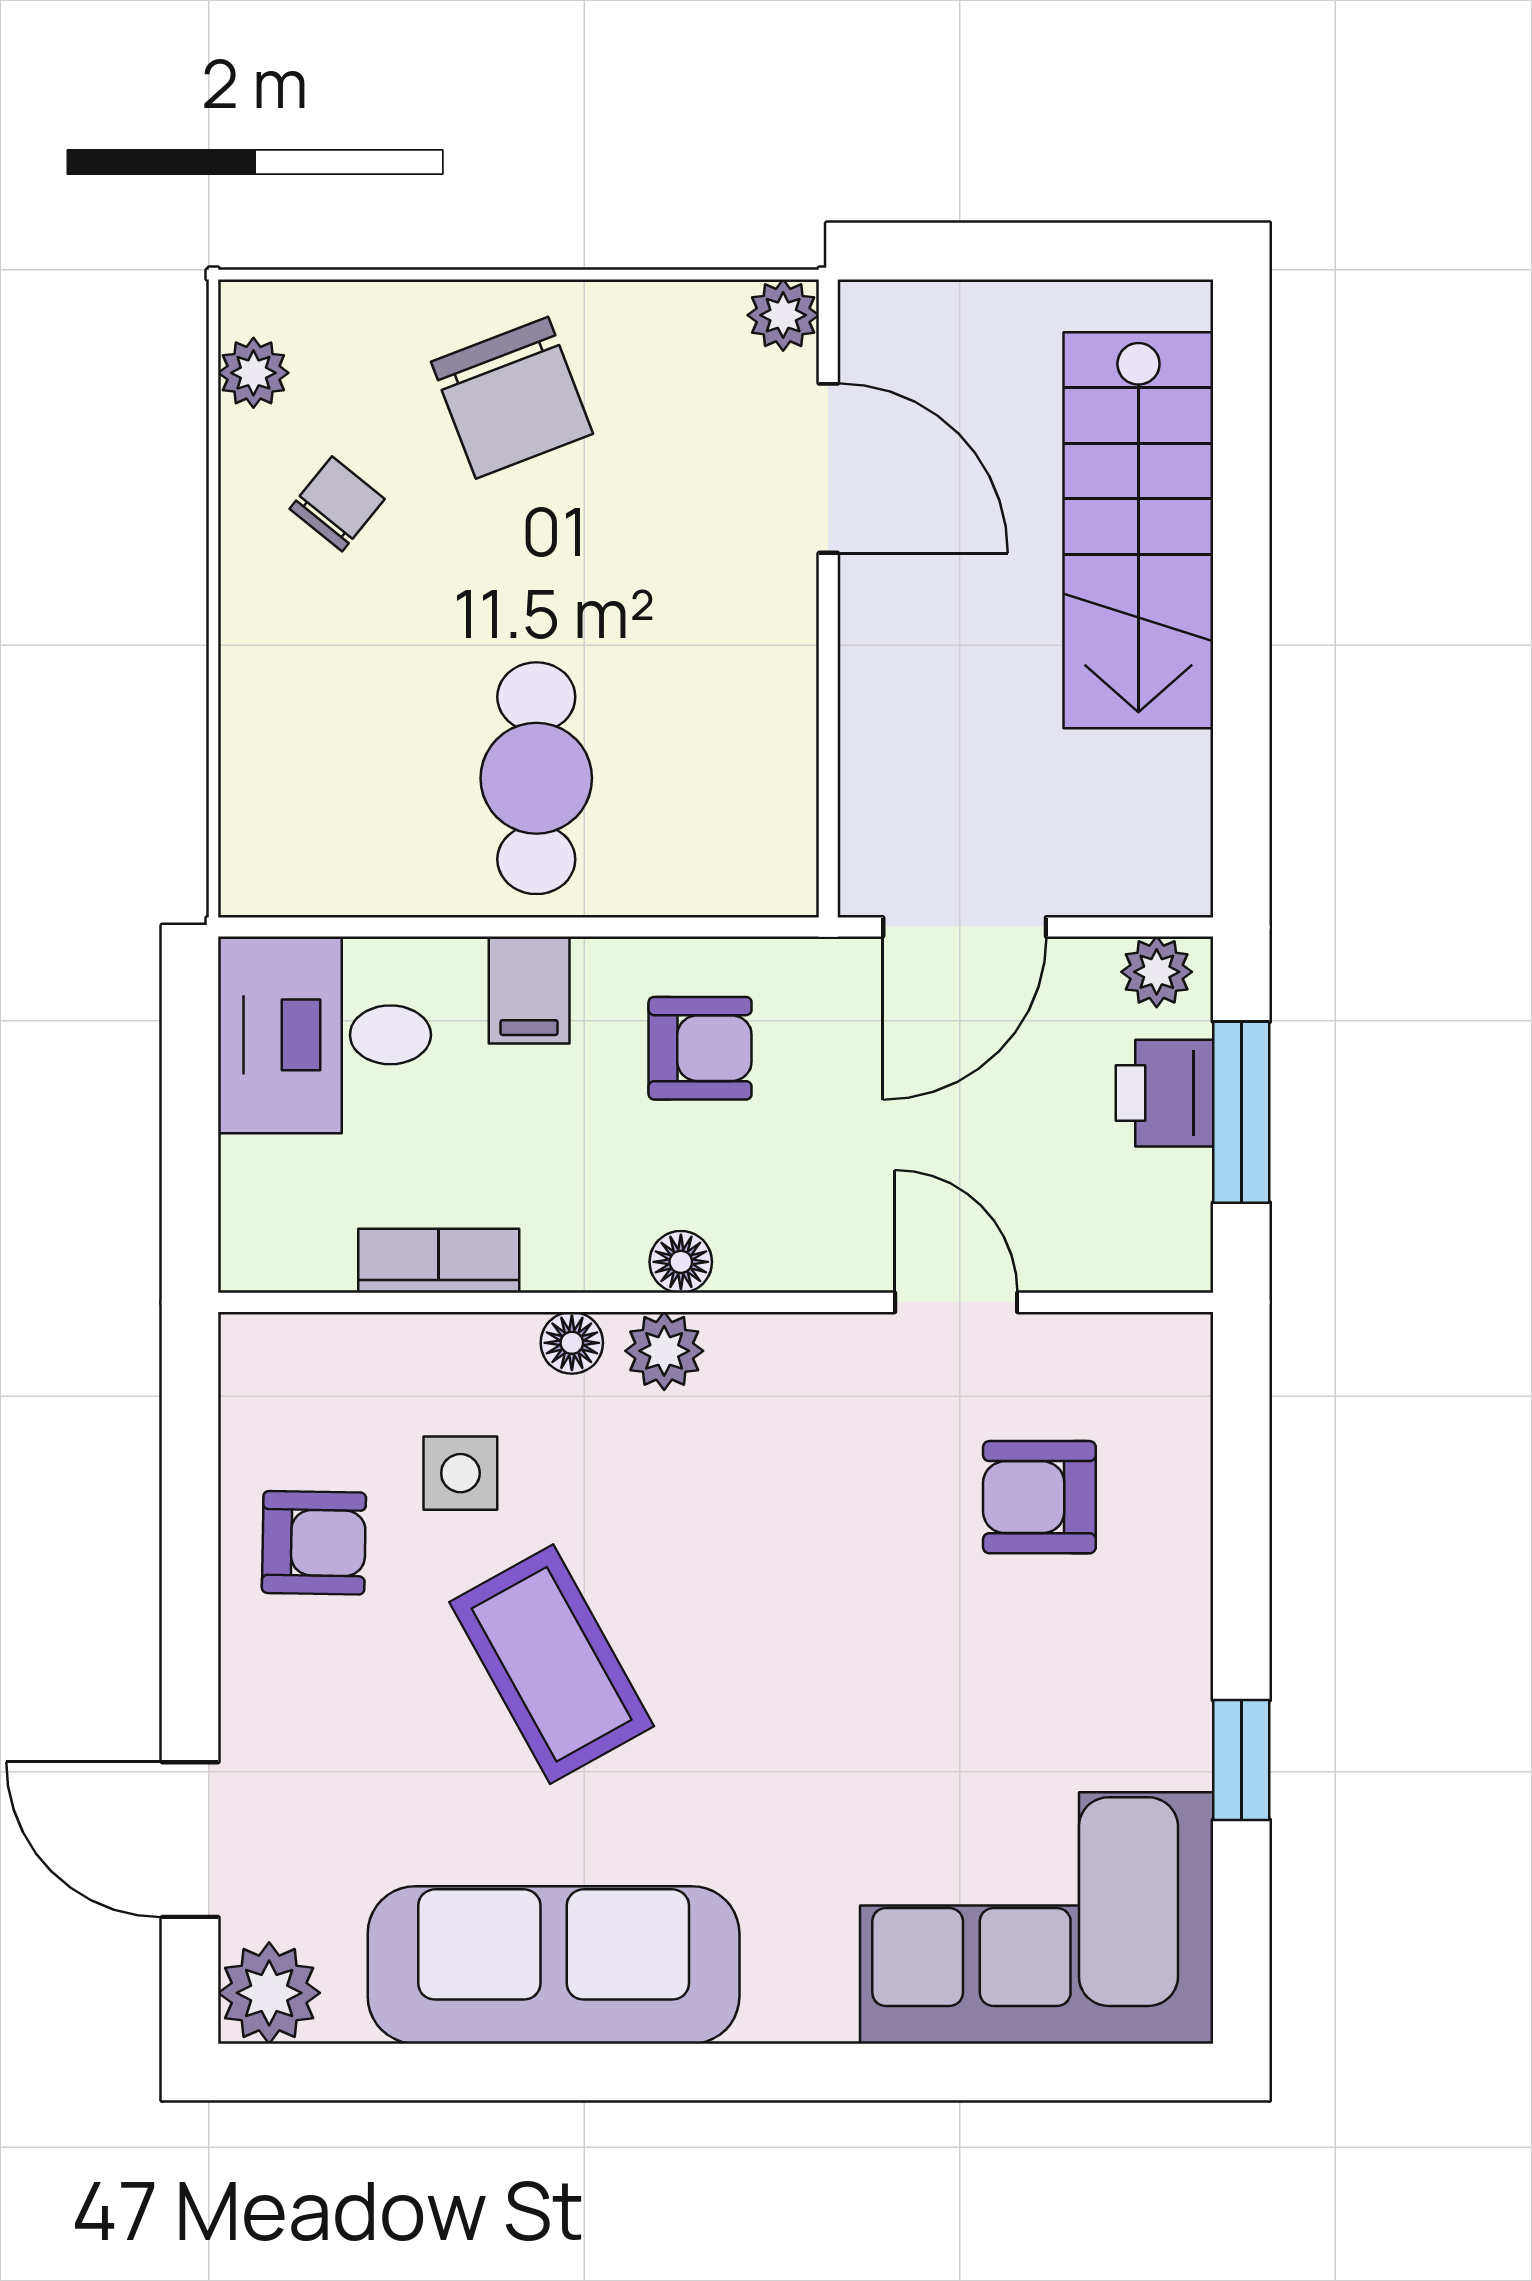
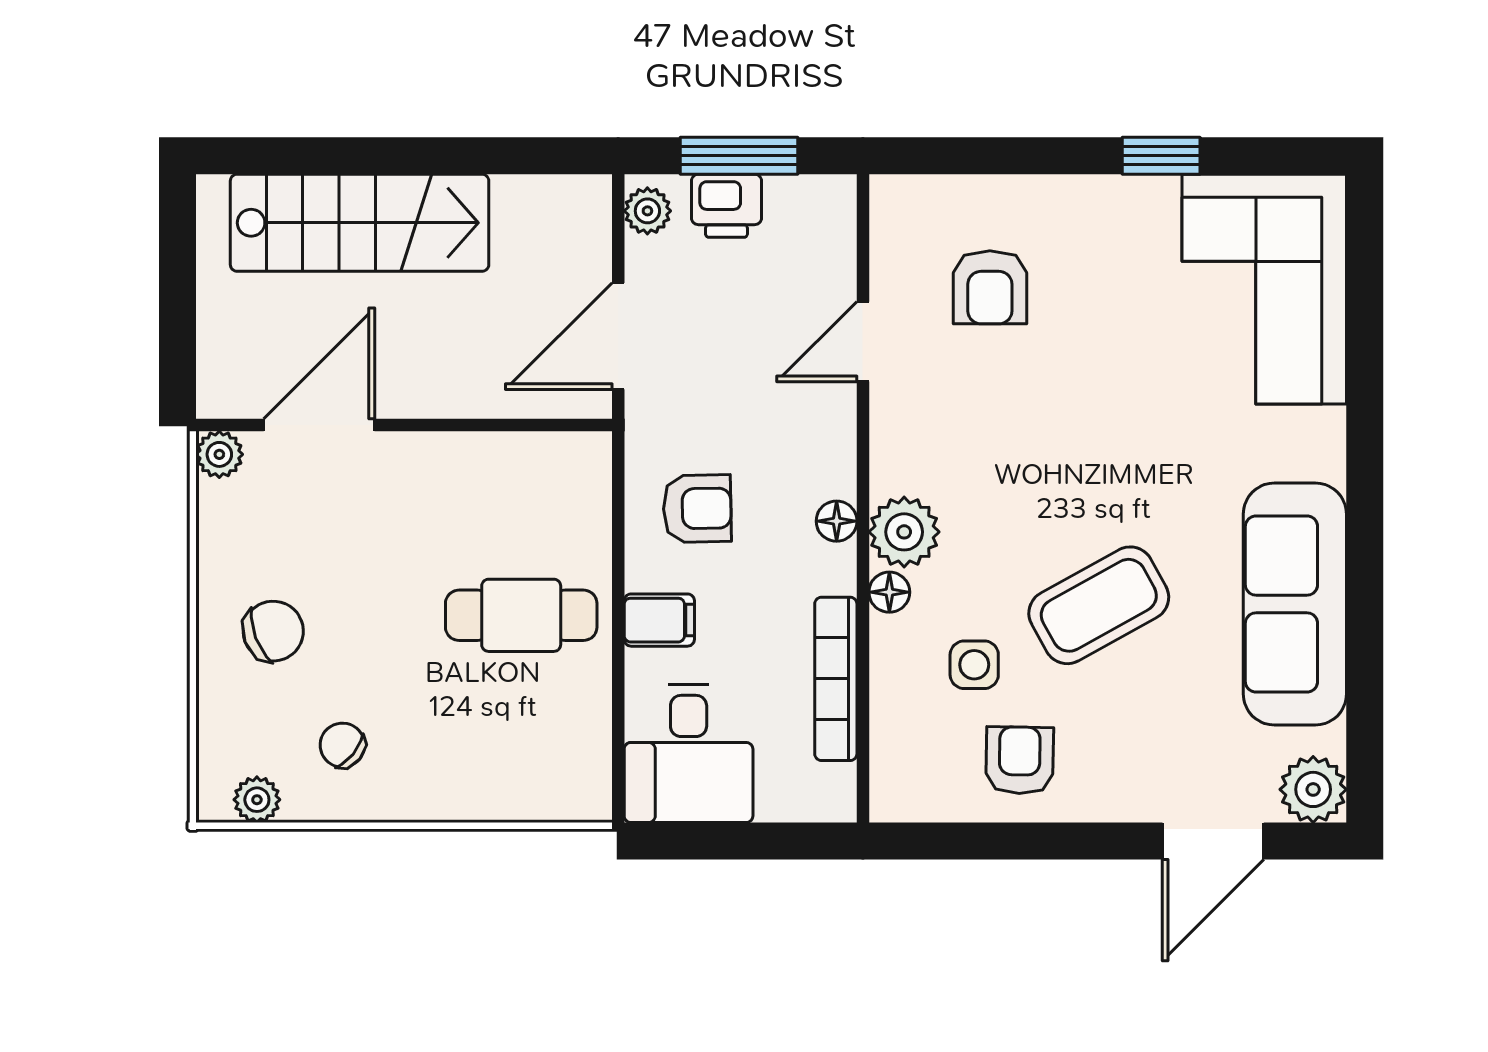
chair: (512, 398) -> (273, 631), width x0.73, depth x0.73
door: (965, 927) -> (618, 336), swing flipped
armchair: (700, 1048) -> (697, 509), turned 89
bookcase: (439, 1261) -> (836, 679), width x1.56
plant: (664, 1351) -> (904, 532), width x1.38, depth x1.38

